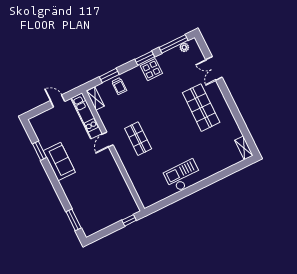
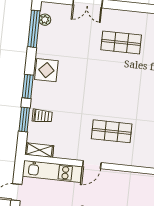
window: (145, 58) -> (28, 86), moved
shop shelf: (201, 108) -> (121, 42), width x0.70, depth x0.74
door: (108, 139) -> (92, 165), hinge flipped

